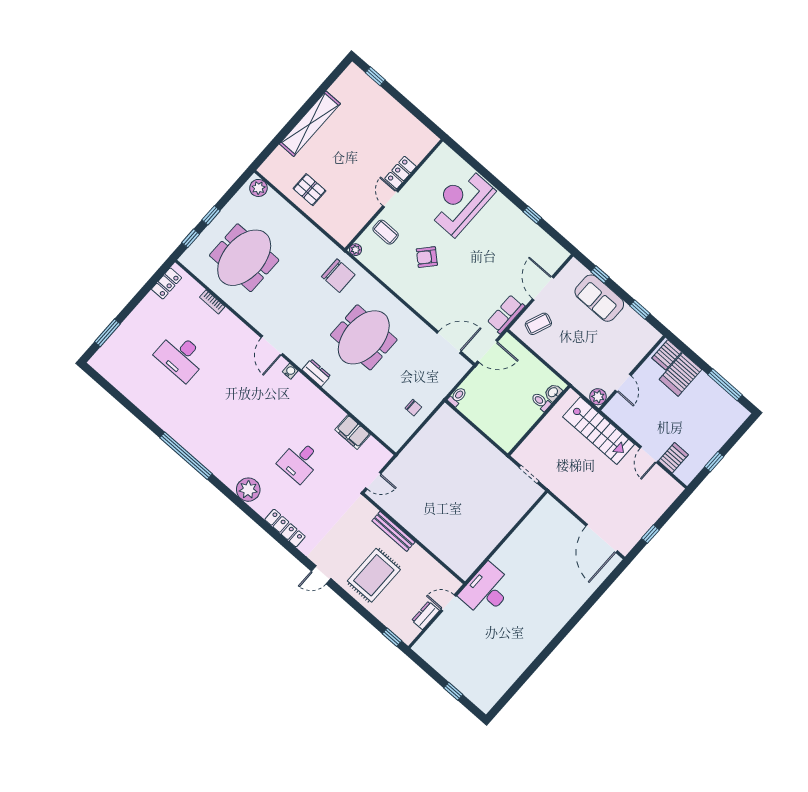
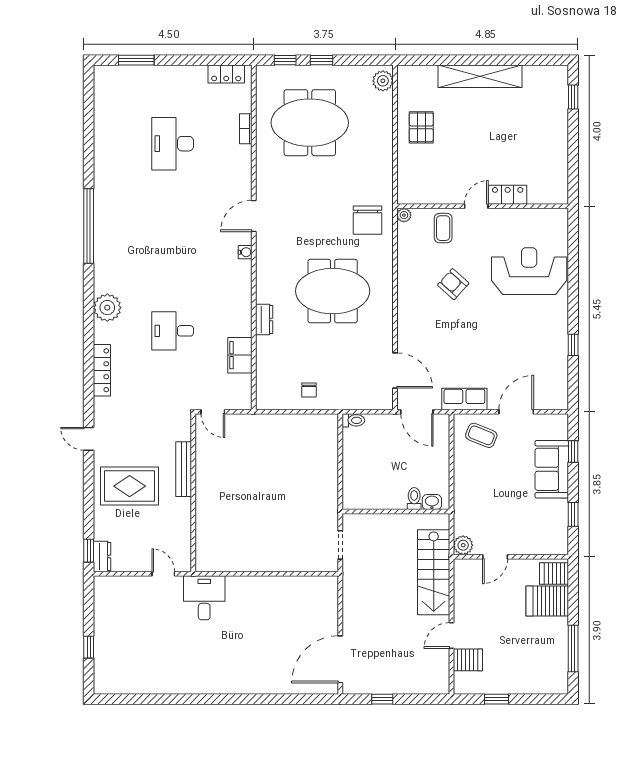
dresser: (316, 373) -> (264, 319), moved
desk: (487, 590) -> (204, 598), width x0.73
dresser: (425, 615) -> (102, 557), moved, turned 90

